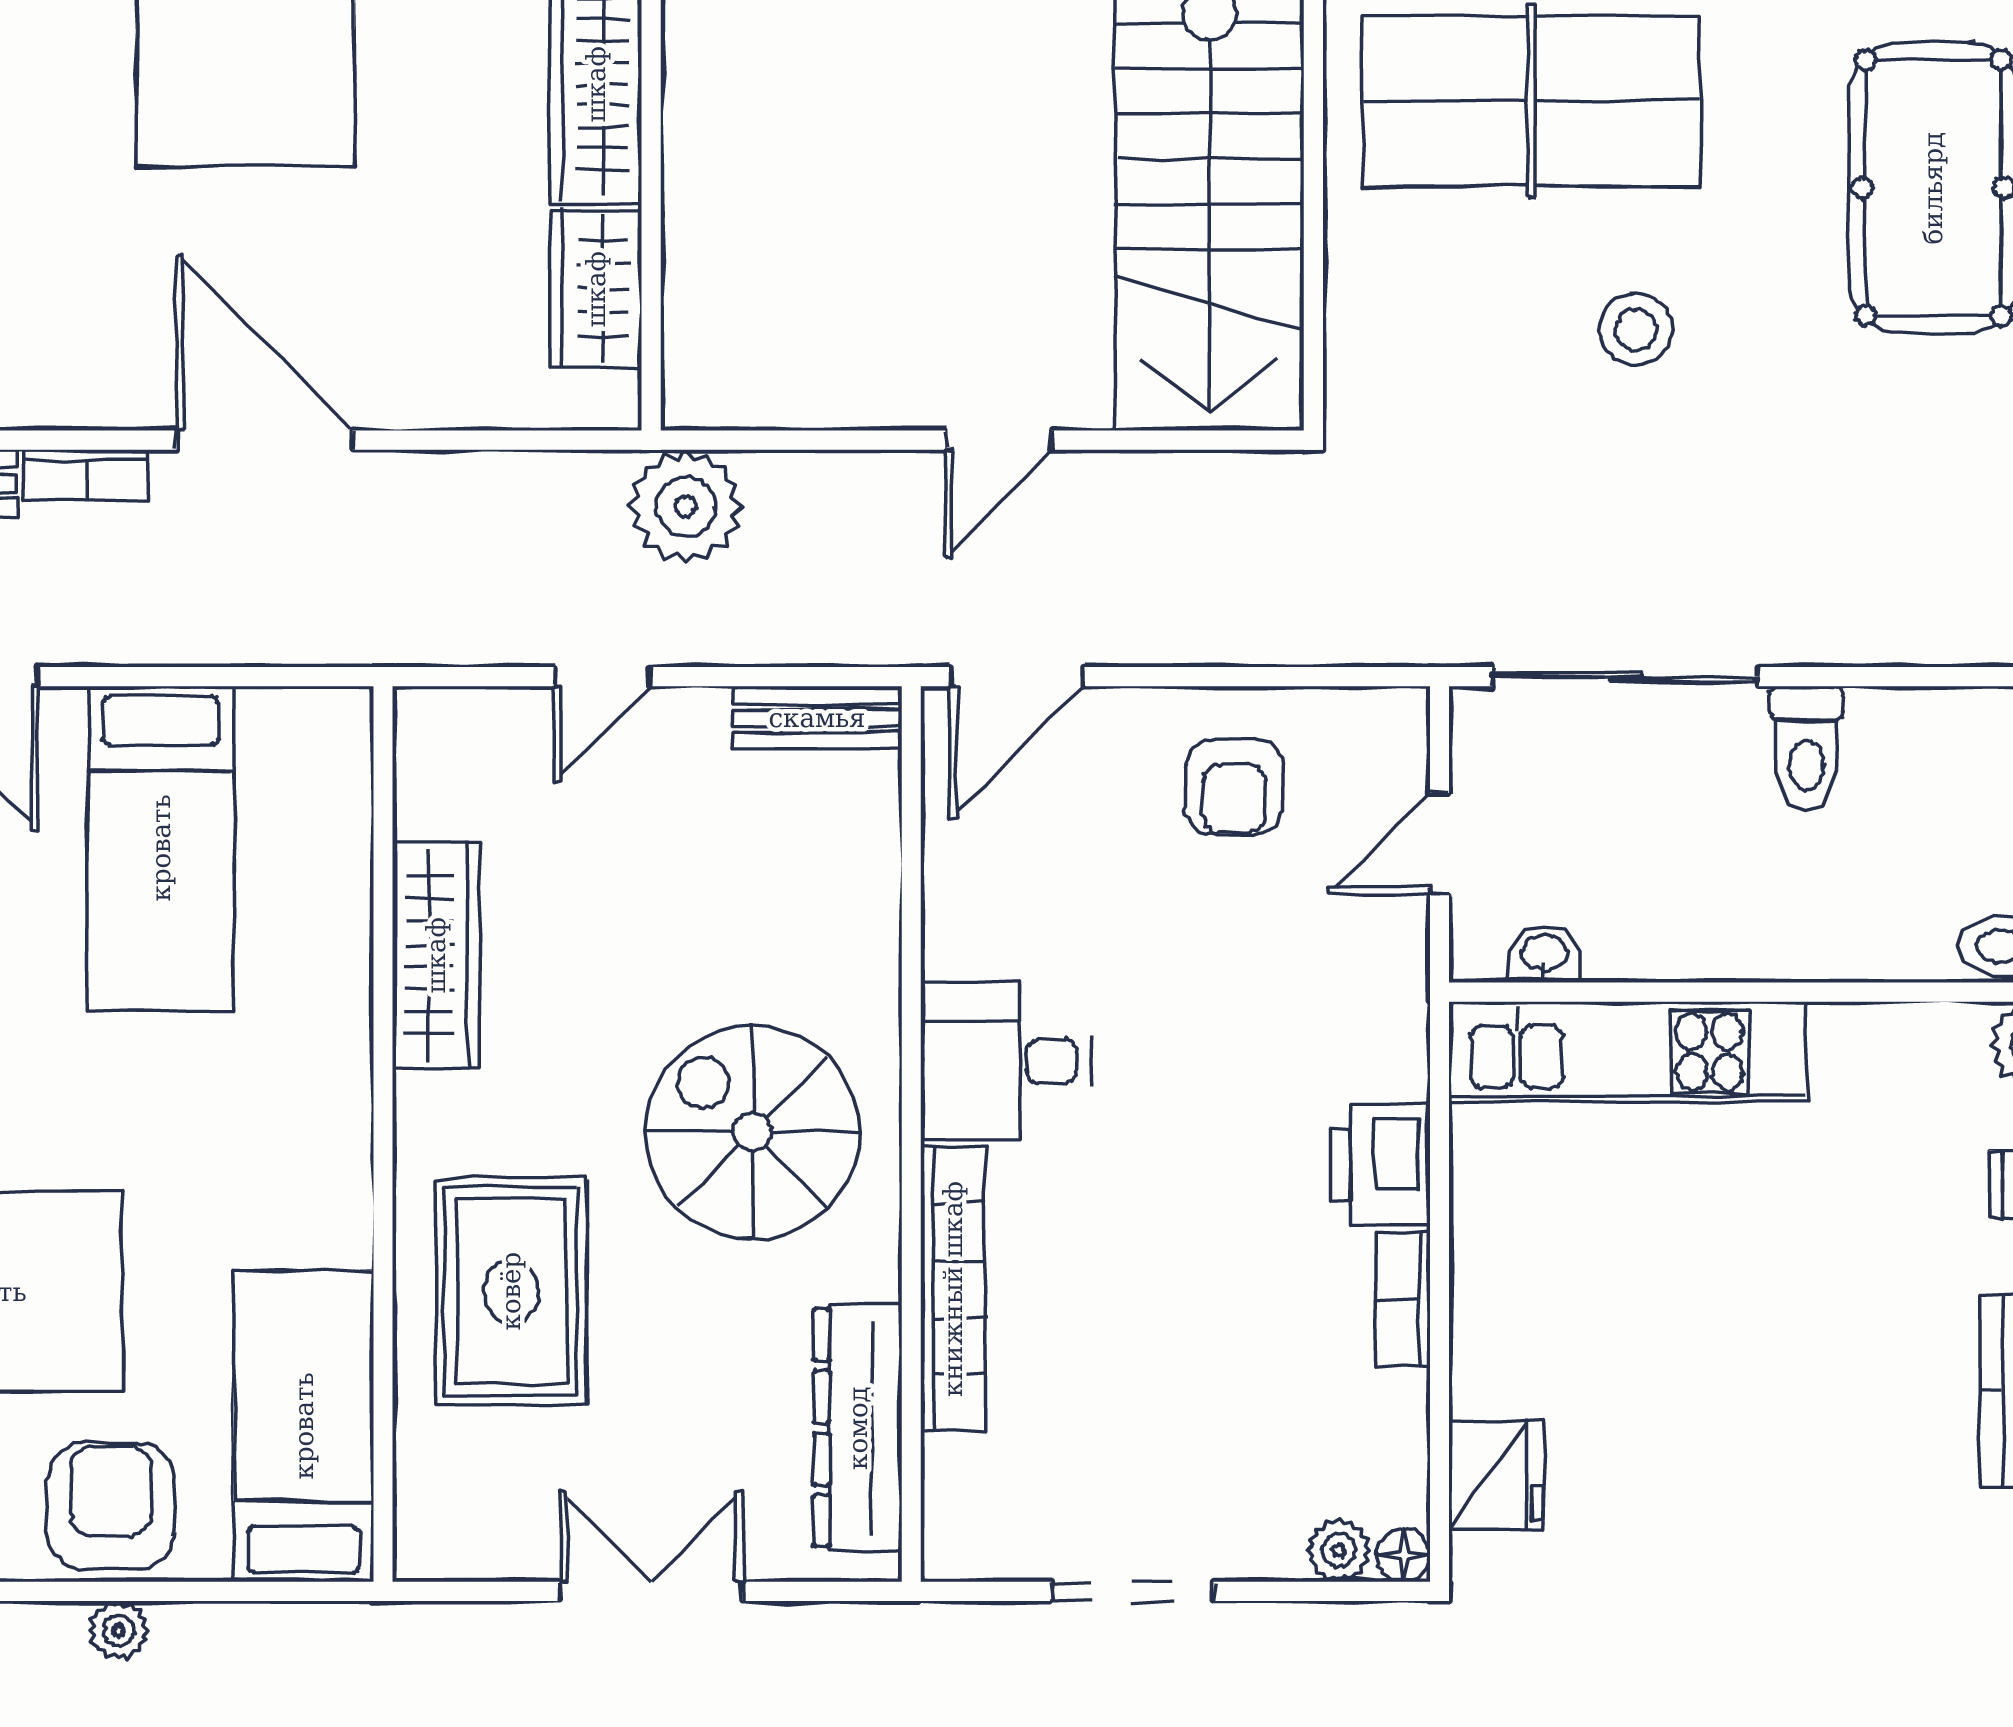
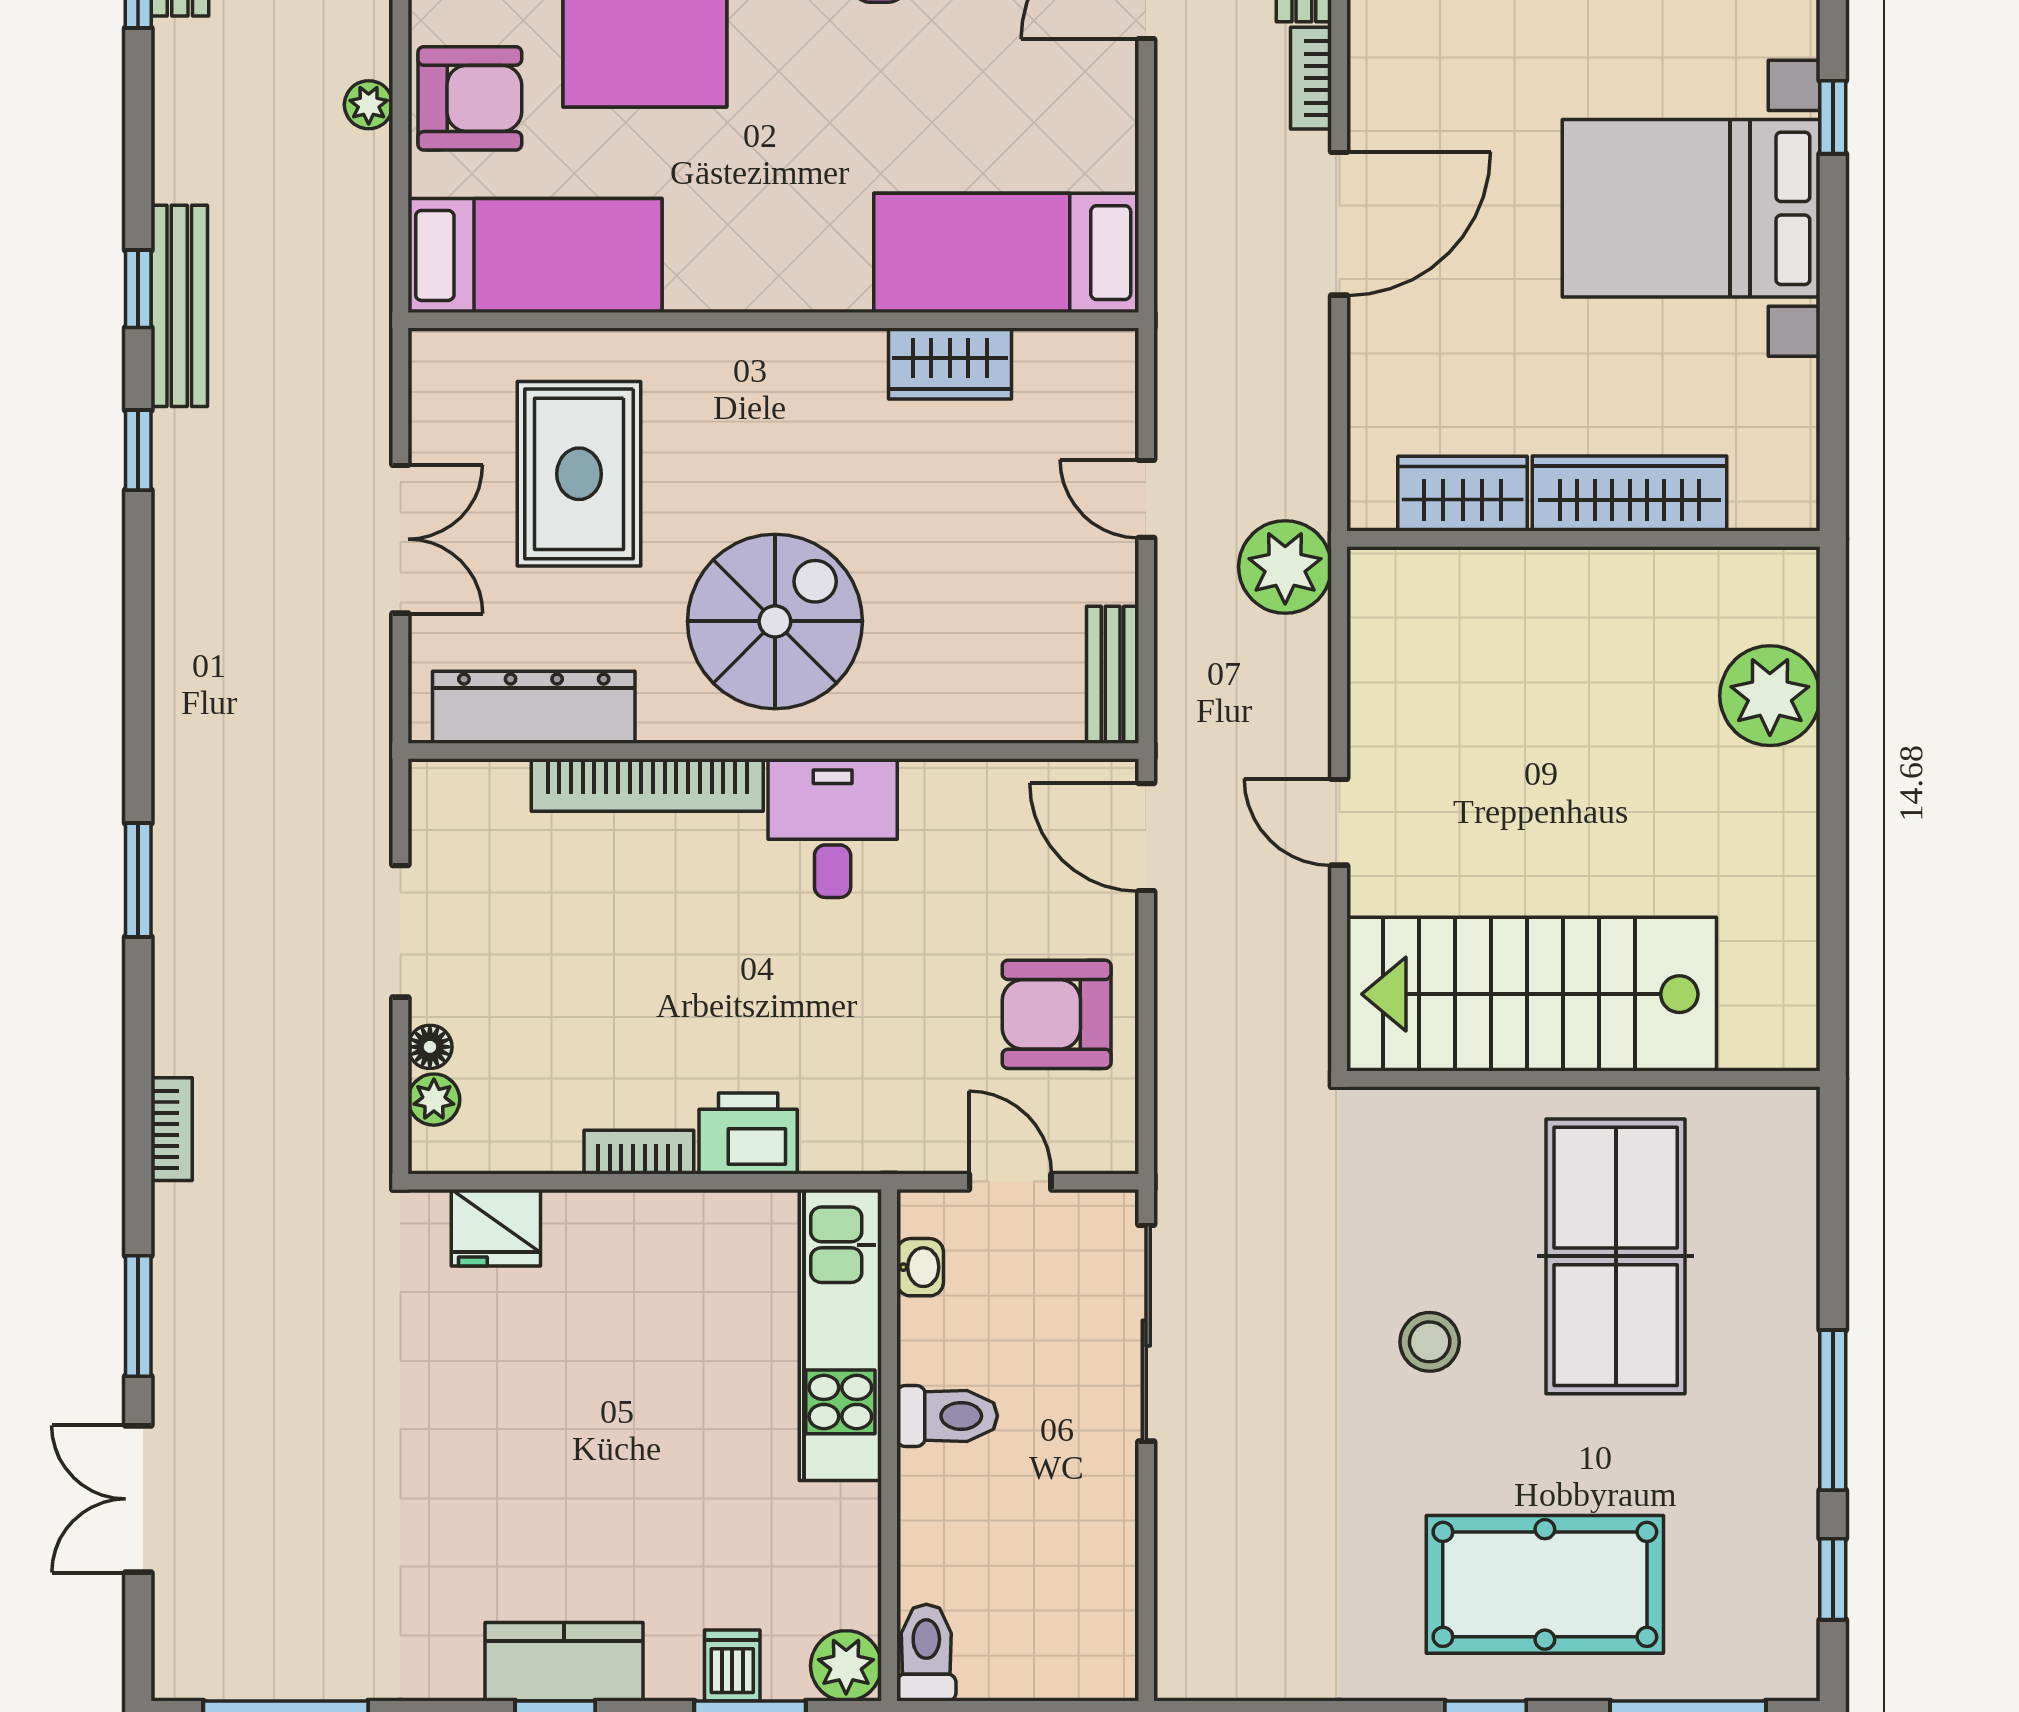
toilet: (1806, 748) -> (947, 1416), moved, turned 180
armchair: (1234, 787) -> (1057, 1014), width x1.38, depth x1.38
bed: (161, 848) -> (1006, 253), moved
wardrobe: (436, 955) -> (950, 364), width x0.67
rug: (511, 1291) -> (579, 474), moved, turned 90
floor lamp: (1403, 1555) -> (430, 1047), moved

